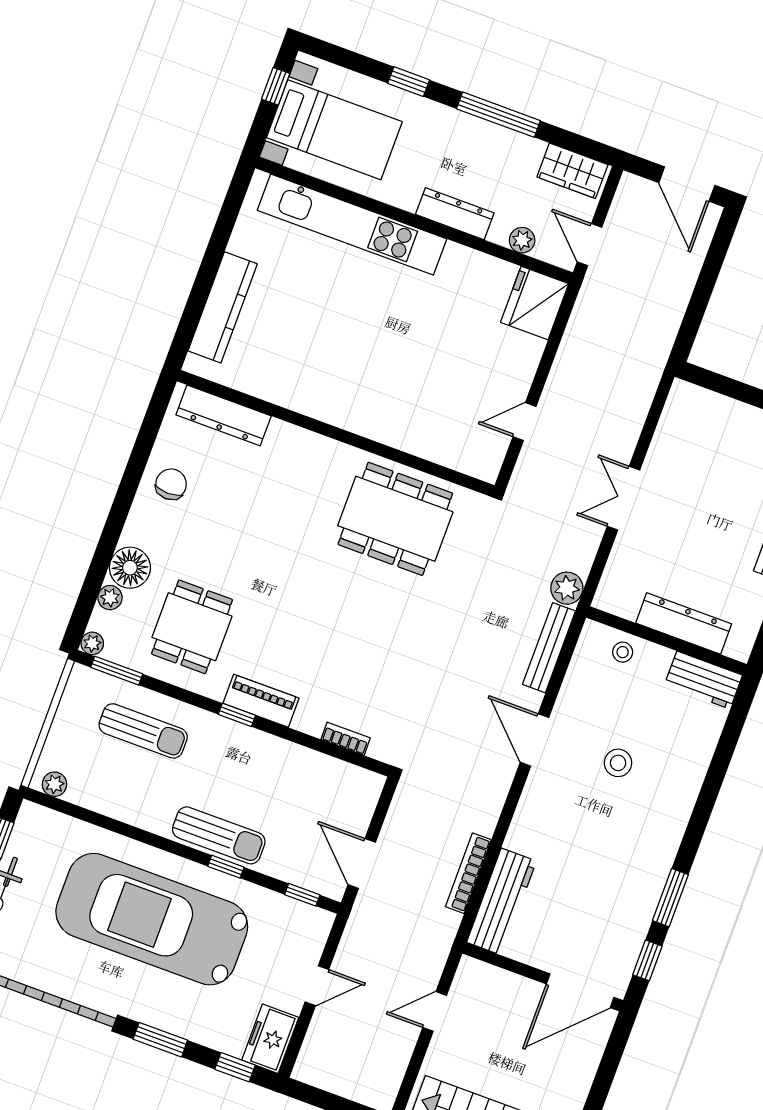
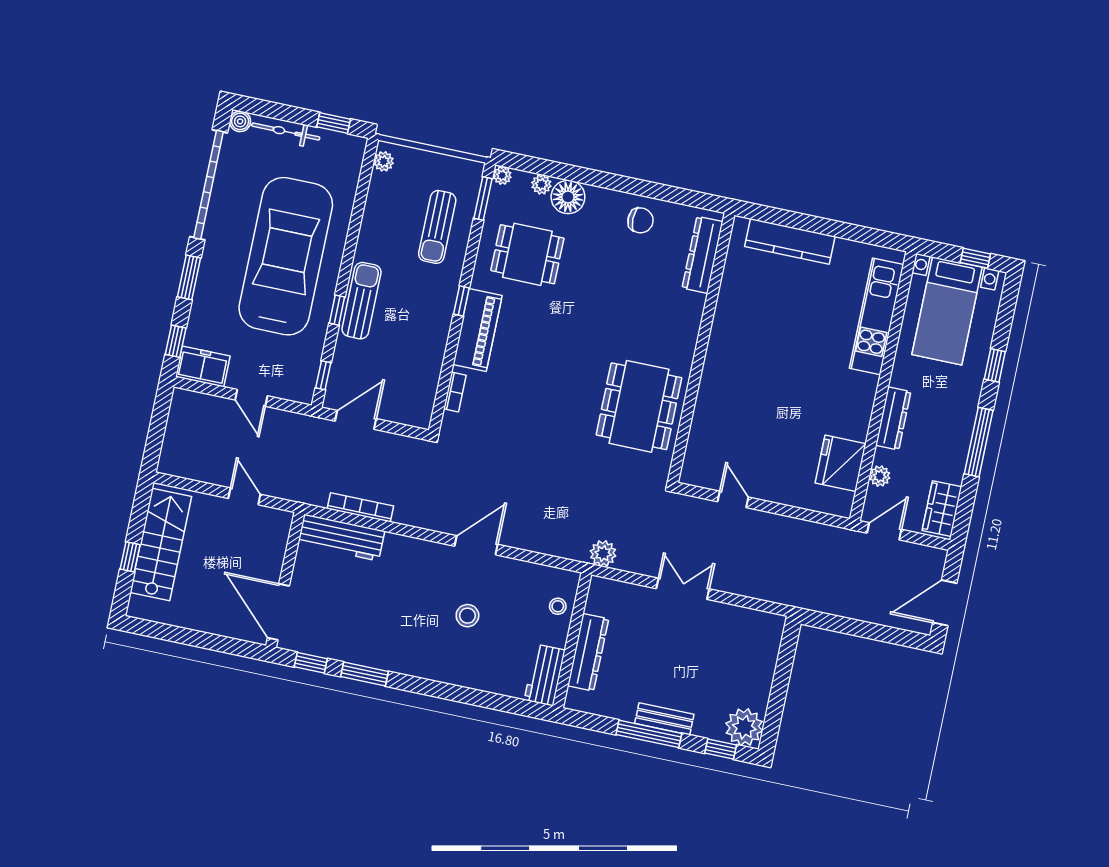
kitchen unit: (352, 225) -> (876, 316), width x0.73
fridge: (535, 303) -> (840, 463), moved, turned -90
bench: (549, 648) -> (553, 546), removed
piano: (261, 701) -> (478, 330), width x1.37, depth x1.33
sun lounger: (219, 835) -> (362, 301), turned 180

